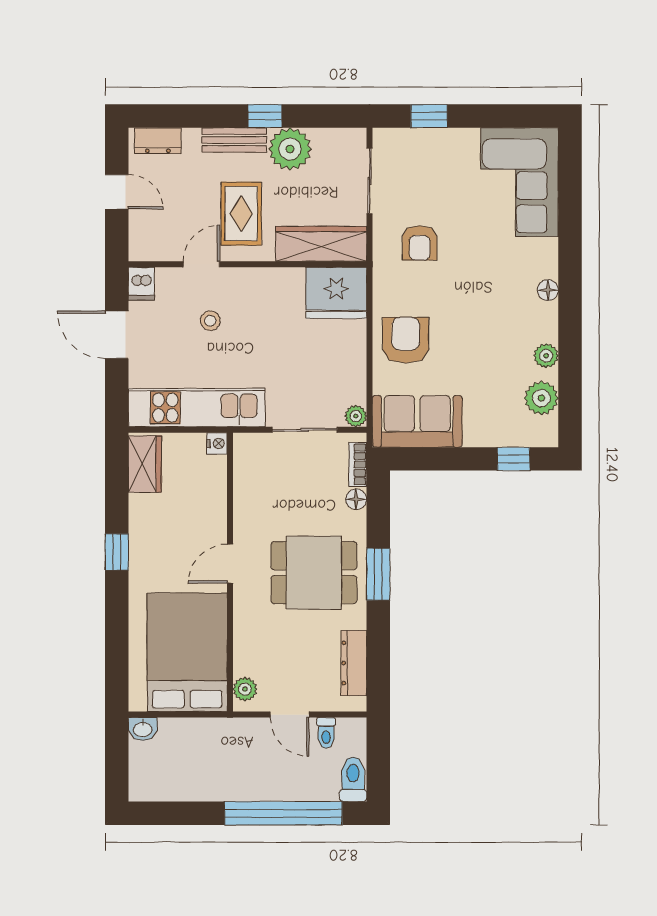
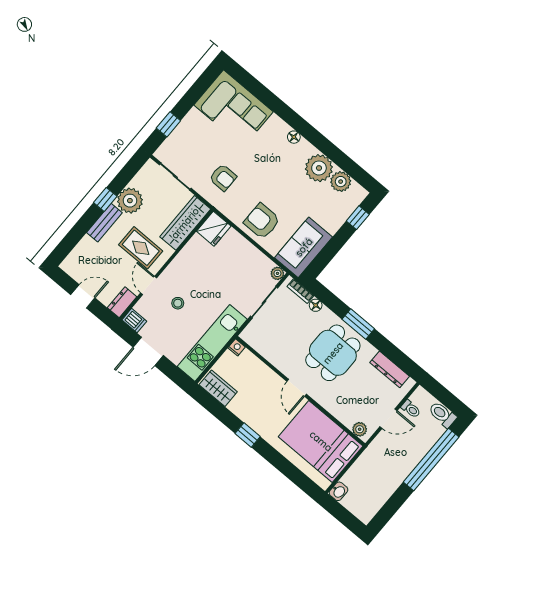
dresser: (158, 141) -> (122, 302), moved, turned 180
fridge: (336, 293) -> (214, 229), width x0.73, depth x0.75
plant: (546, 356) -> (319, 168), width x1.88, depth x1.88

